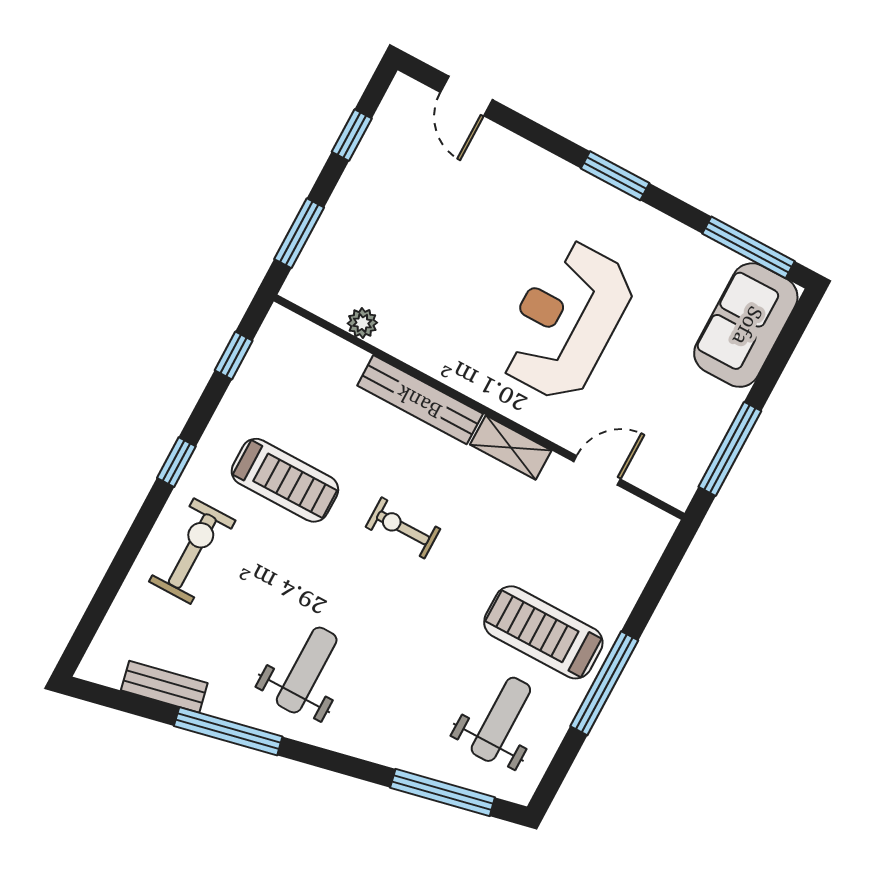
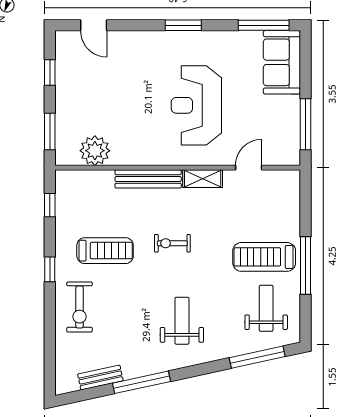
plant: (362, 323) -> (95, 151), width x1.87, depth x1.87
exercise bike: (192, 551) -> (80, 307), turned 180
weight bench: (307, 670) -> (182, 321), moved

